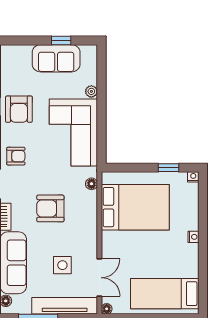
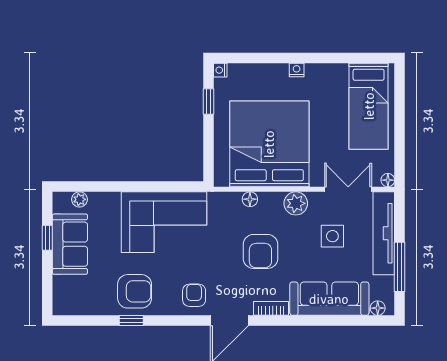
plant: (91, 91) -> (80, 199), moved
floor lamp: (92, 184) -> (250, 199), moved
bed: (135, 207) -> (269, 144), width x1.36
plant: (88, 236) -> (296, 203), added

